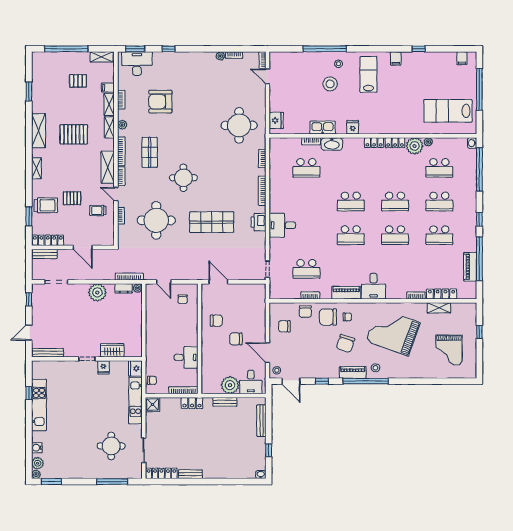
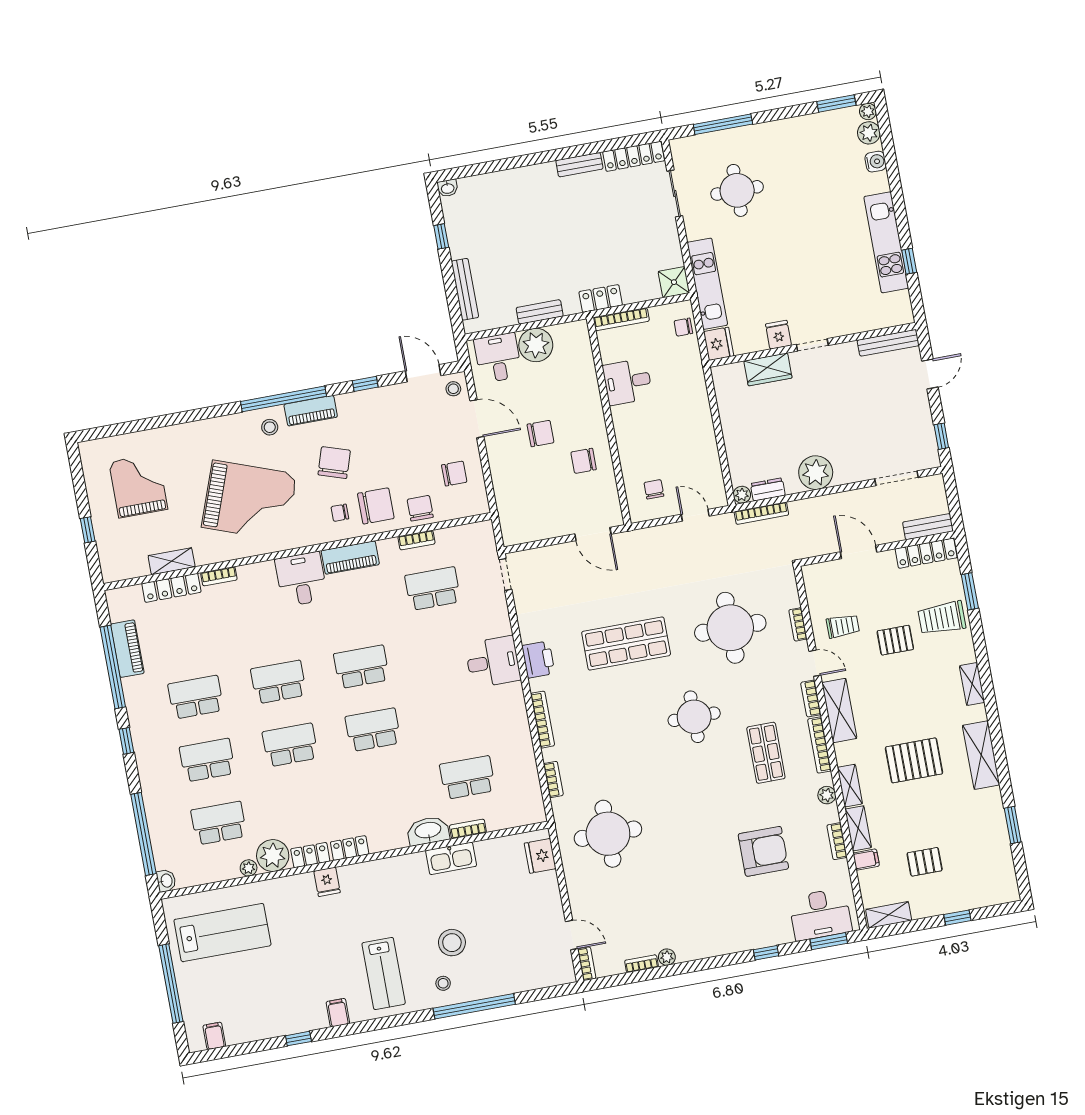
window: (66, 49) -> (957, 918), width x0.32
fridge: (353, 127) -> (327, 882), moved

